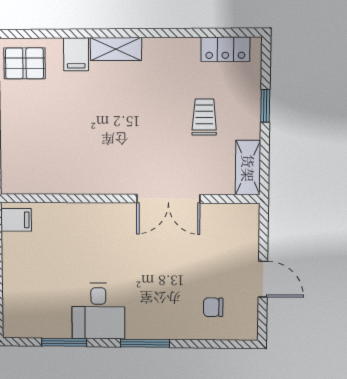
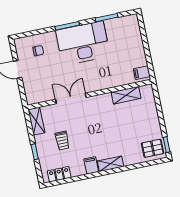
filing cabinet: (76, 54) -> (91, 165), moved
shelving: (57, 182) -> (126, 95), added
desk: (98, 311) -> (83, 43), width x1.87, depth x1.30

